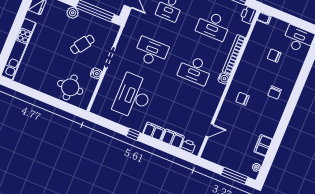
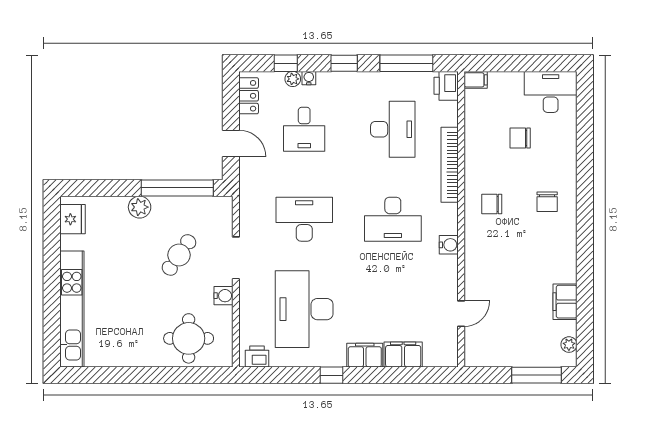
desk: (213, 26) -> (393, 129), turned -90
water cooler: (224, 78) -> (449, 245), moved
chair: (242, 99) -> (492, 204), moved
printer: (188, 146) -> (257, 356), moved

